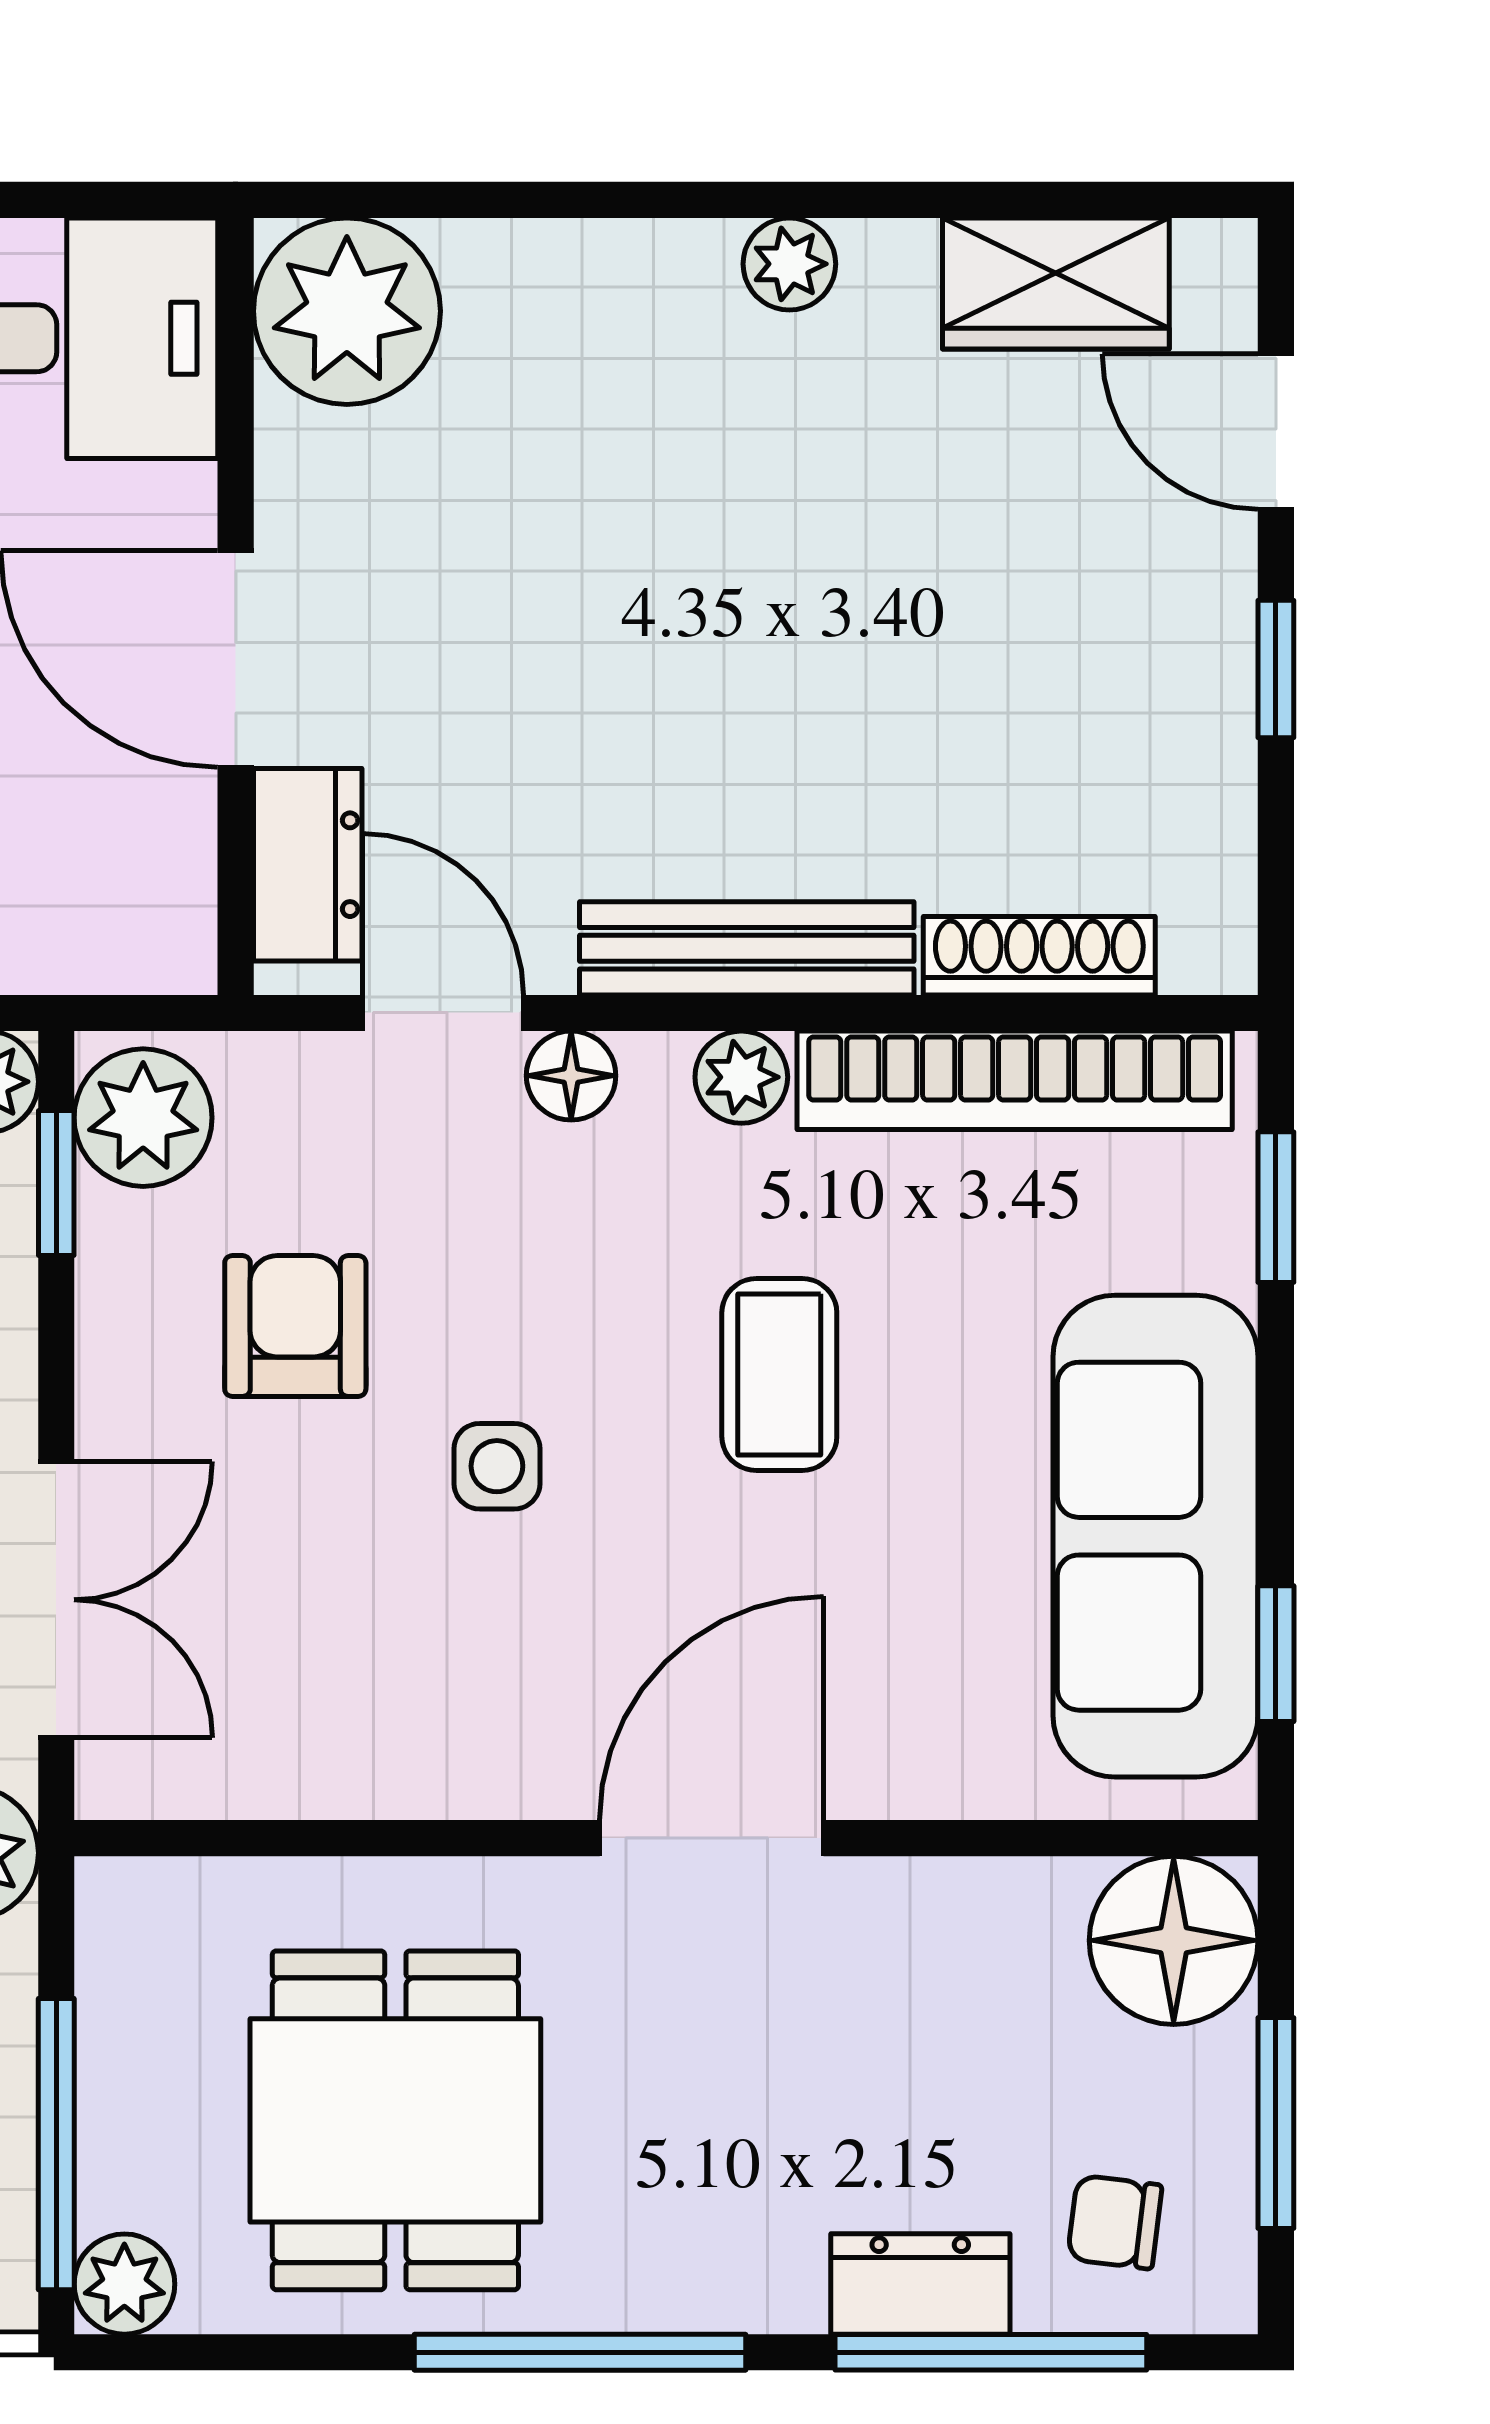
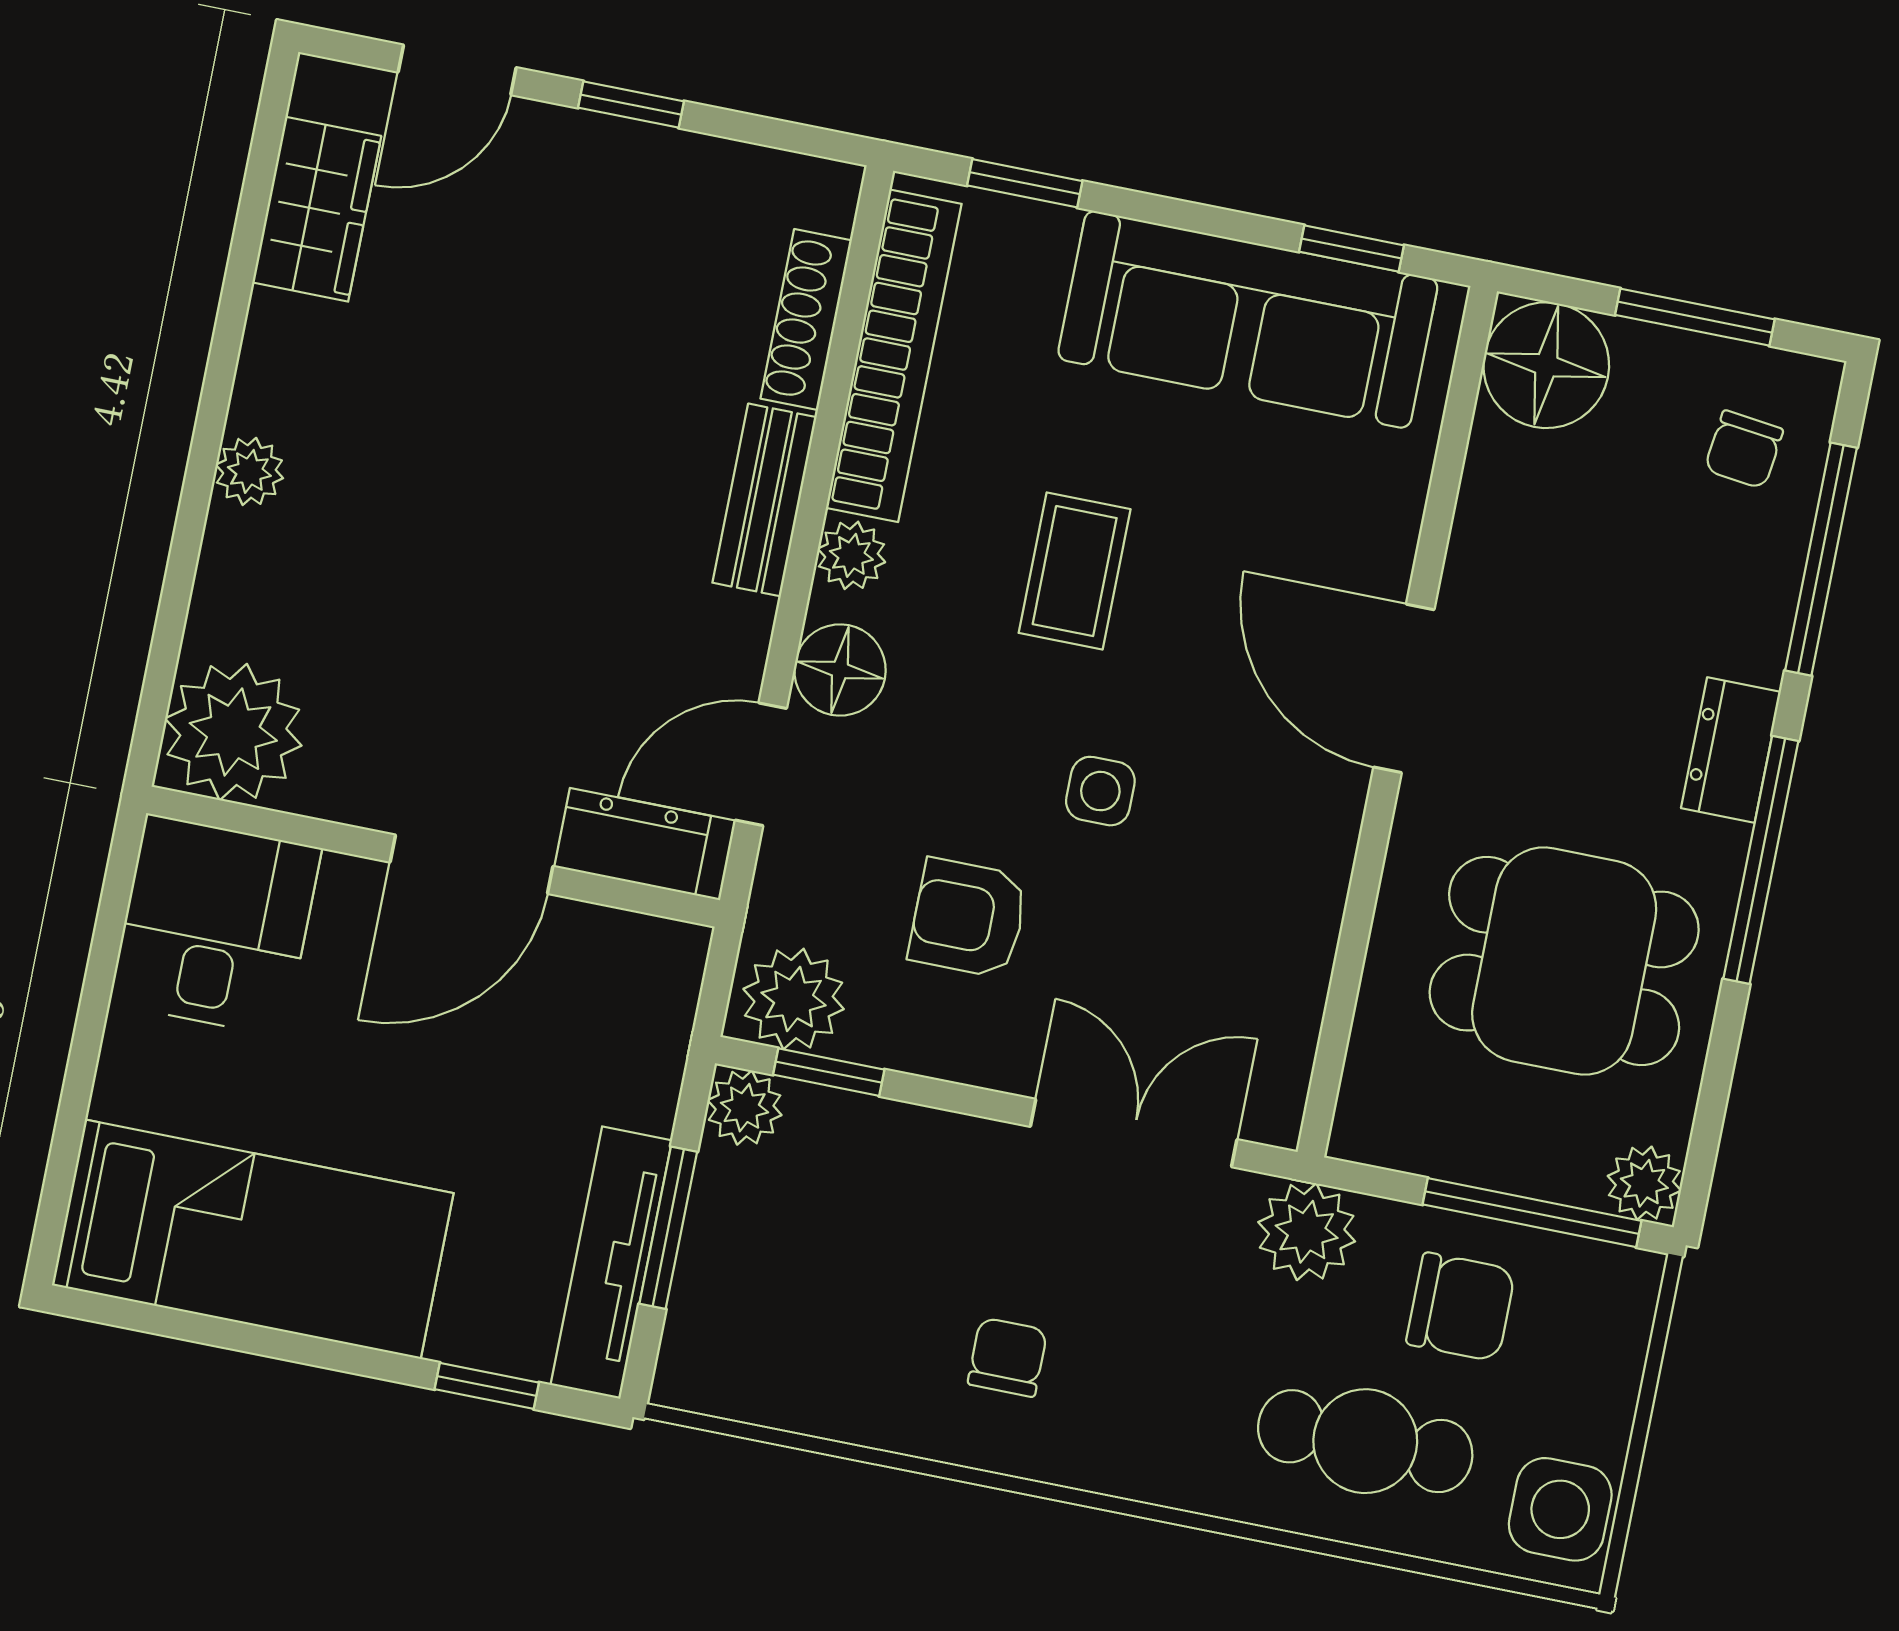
plant: (789, 264) -> (249, 471), moved
bench: (747, 948) -> (764, 500), width x0.73
floor lamp: (571, 1076) -> (840, 670), width x1.37, depth x1.37
coffee table: (779, 1375) -> (1075, 571), turned 90
dresser: (920, 2284) -> (1731, 750), moved

